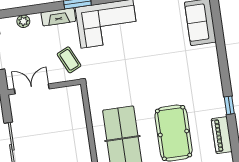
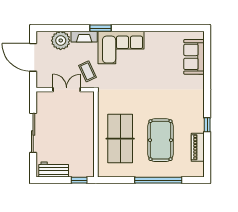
plant: (23, 21) -> (61, 40), width x1.87, depth x1.87
double door: (32, 89) -> (67, 90), moved

